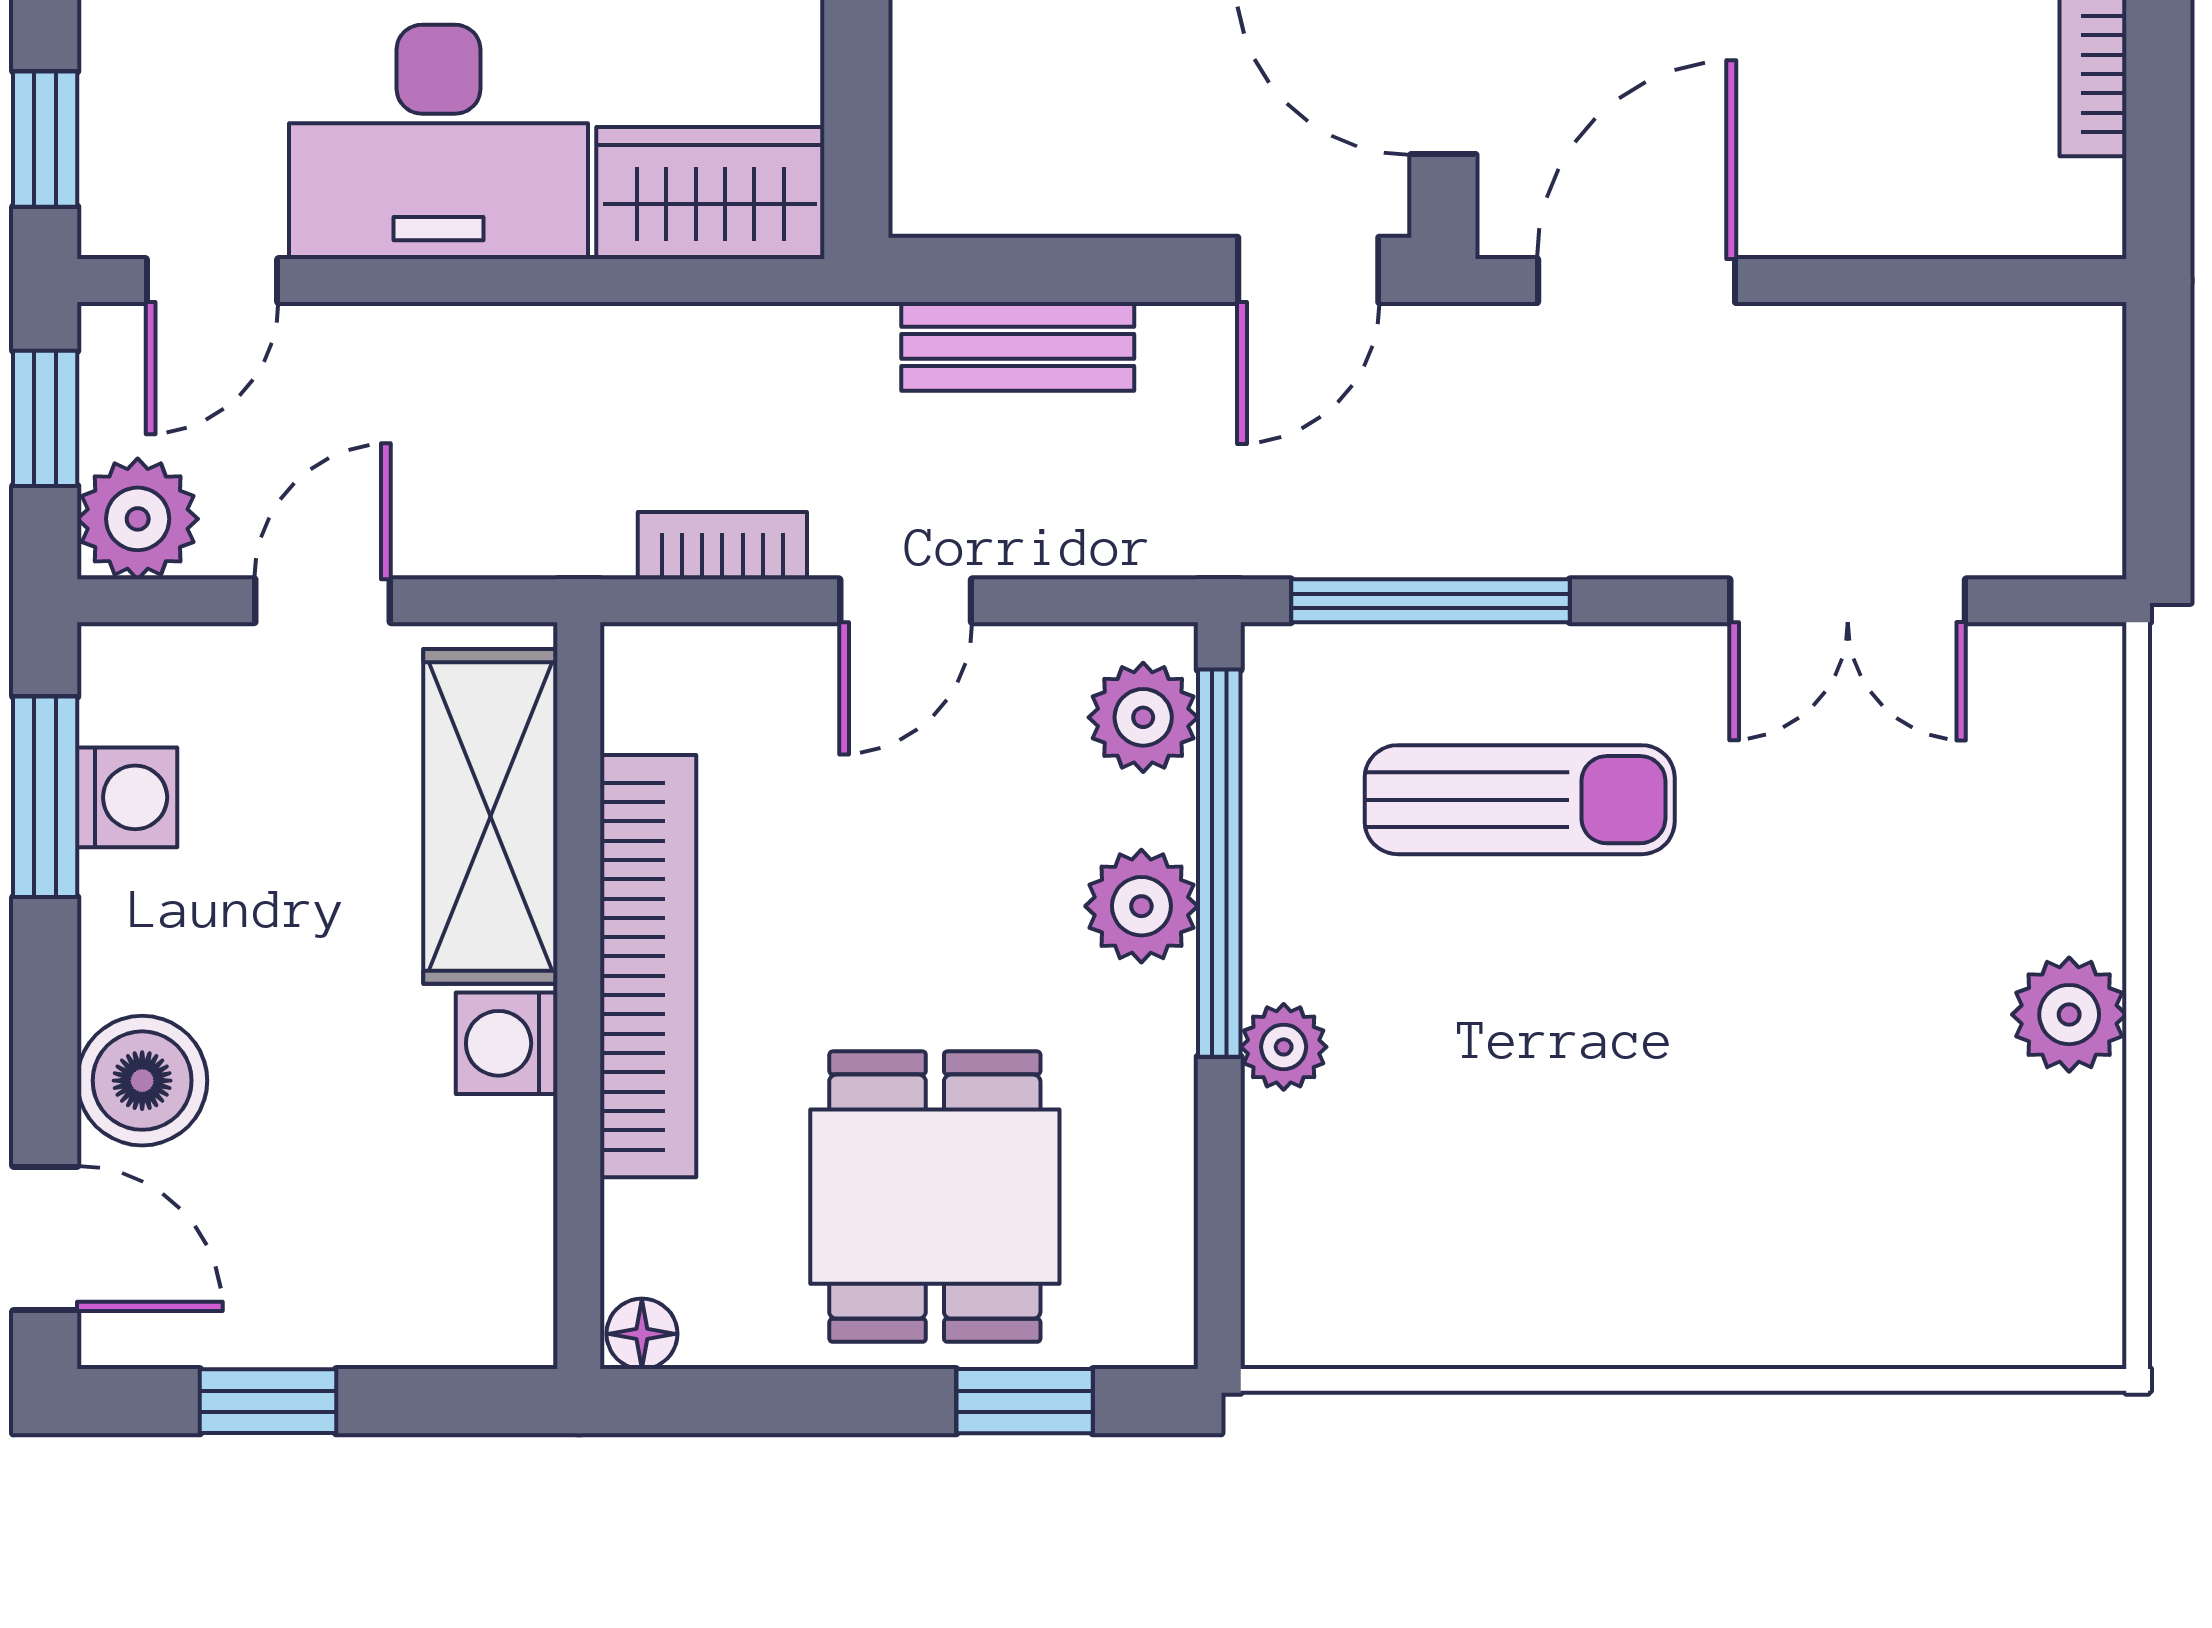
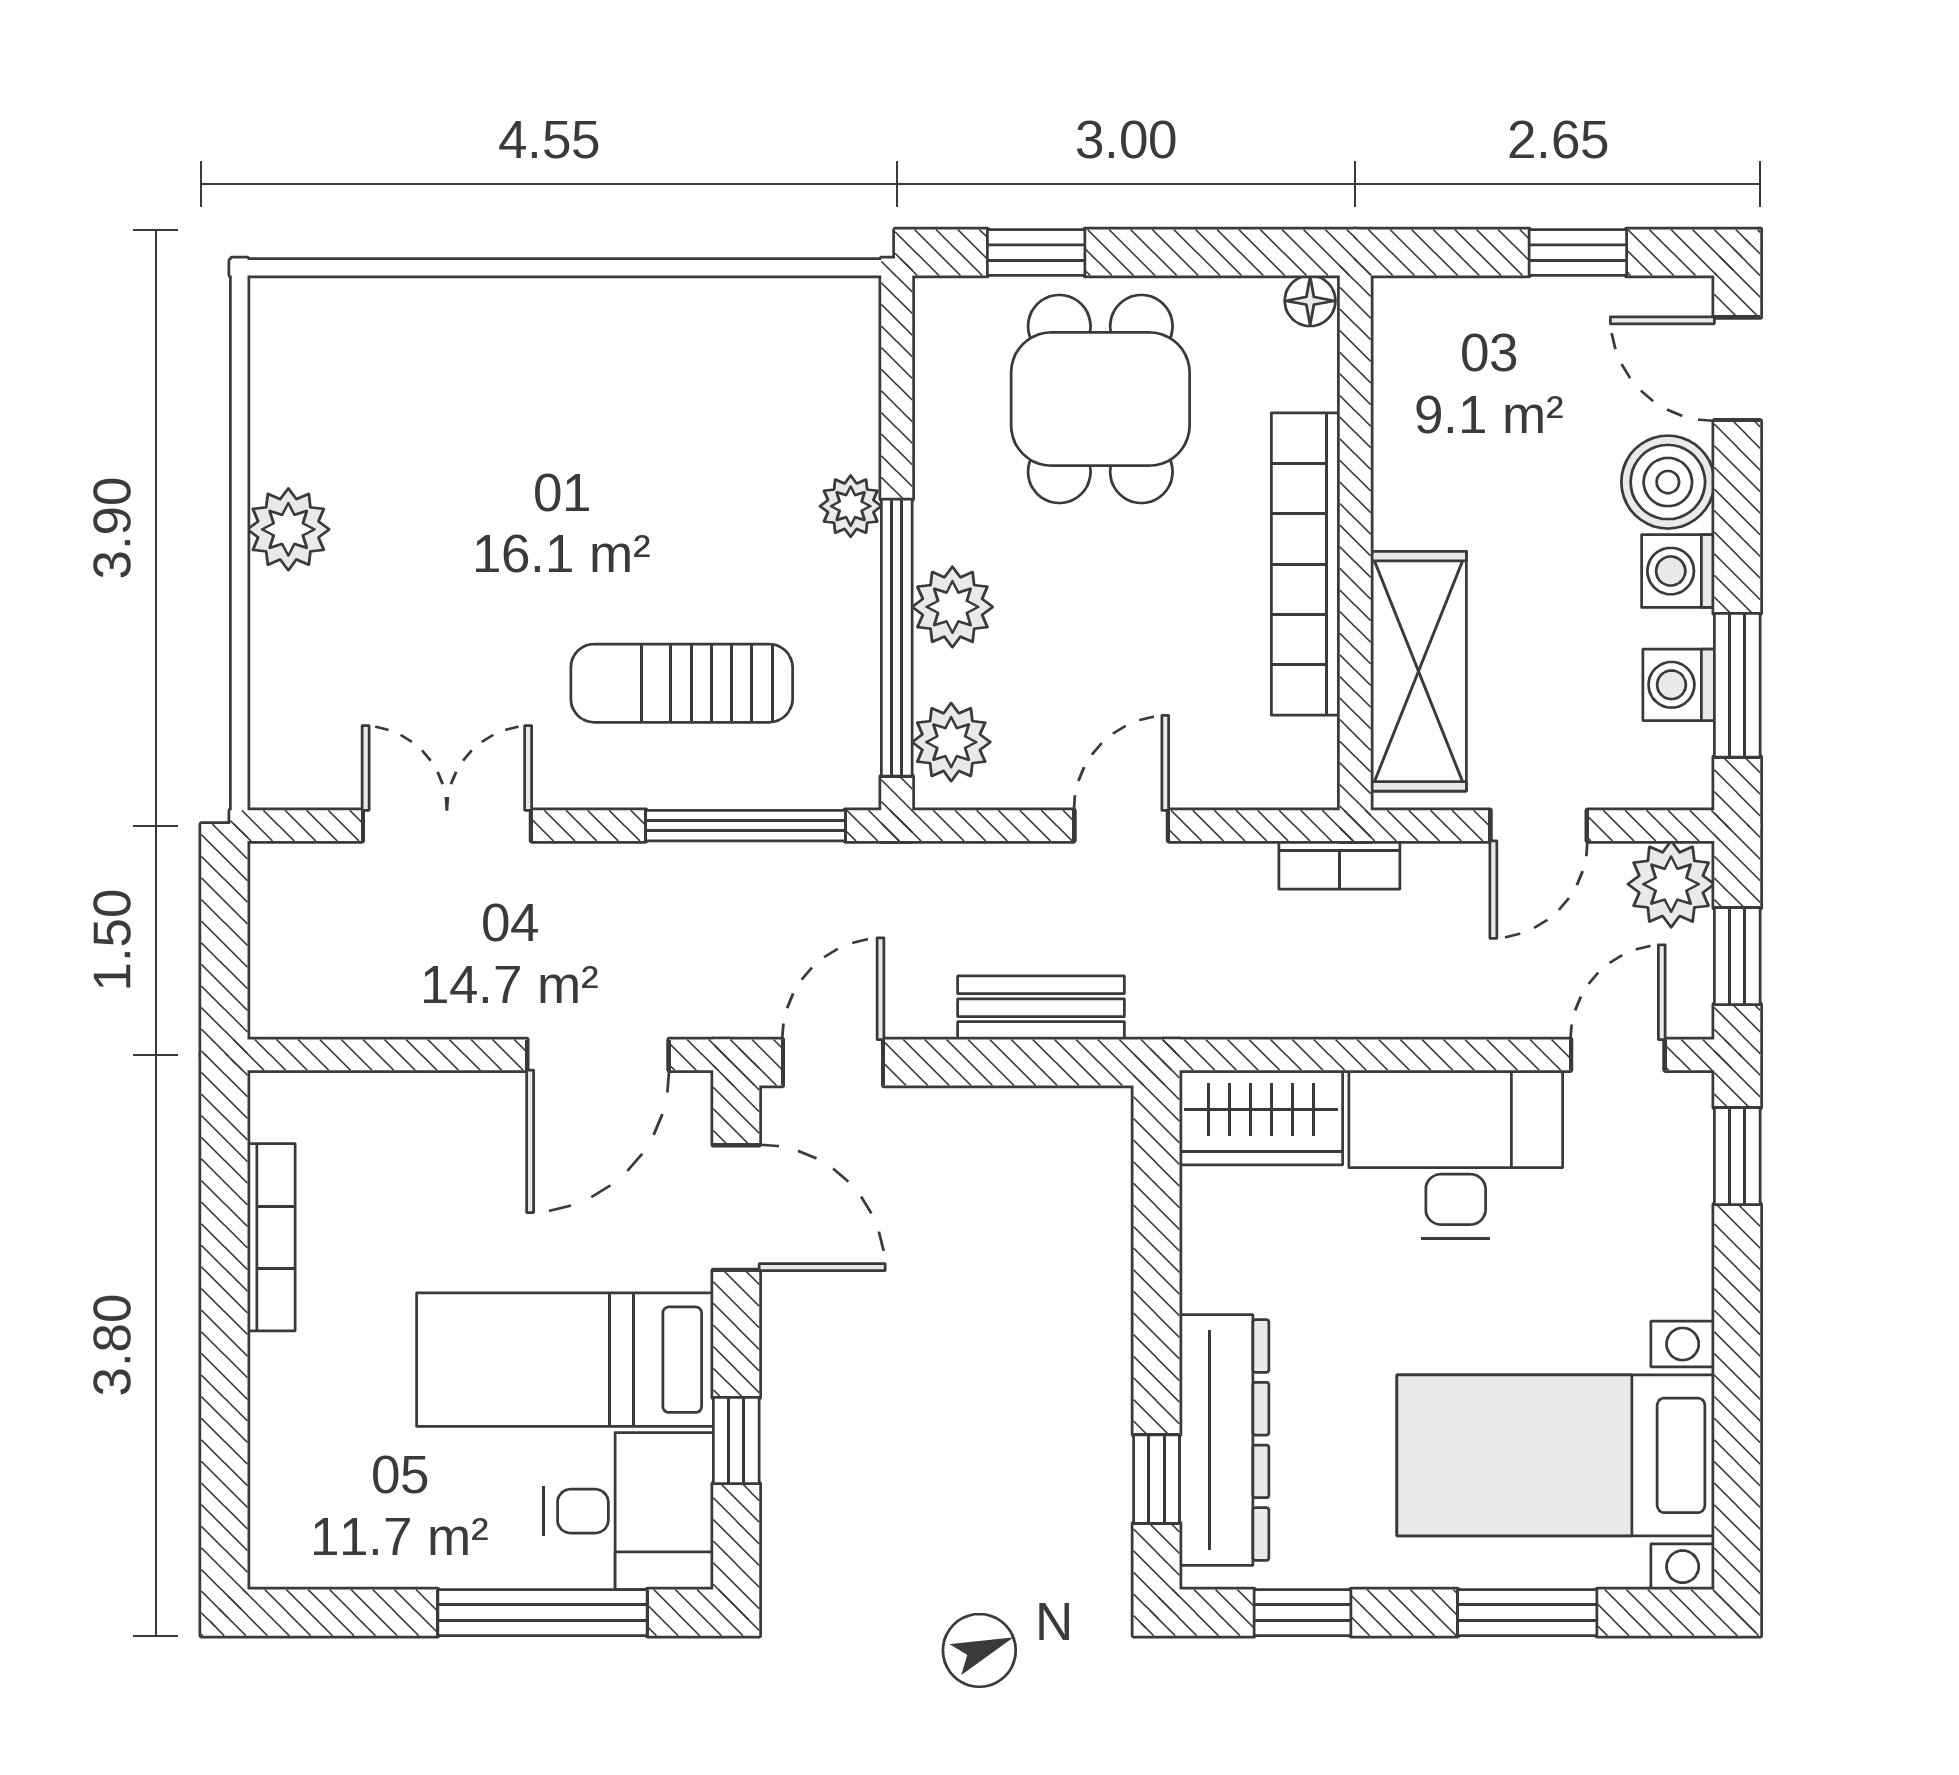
bookcase: (722, 546) -> (1339, 865), moved
washing machine: (507, 1043) -> (1678, 571), moved, turned 180

